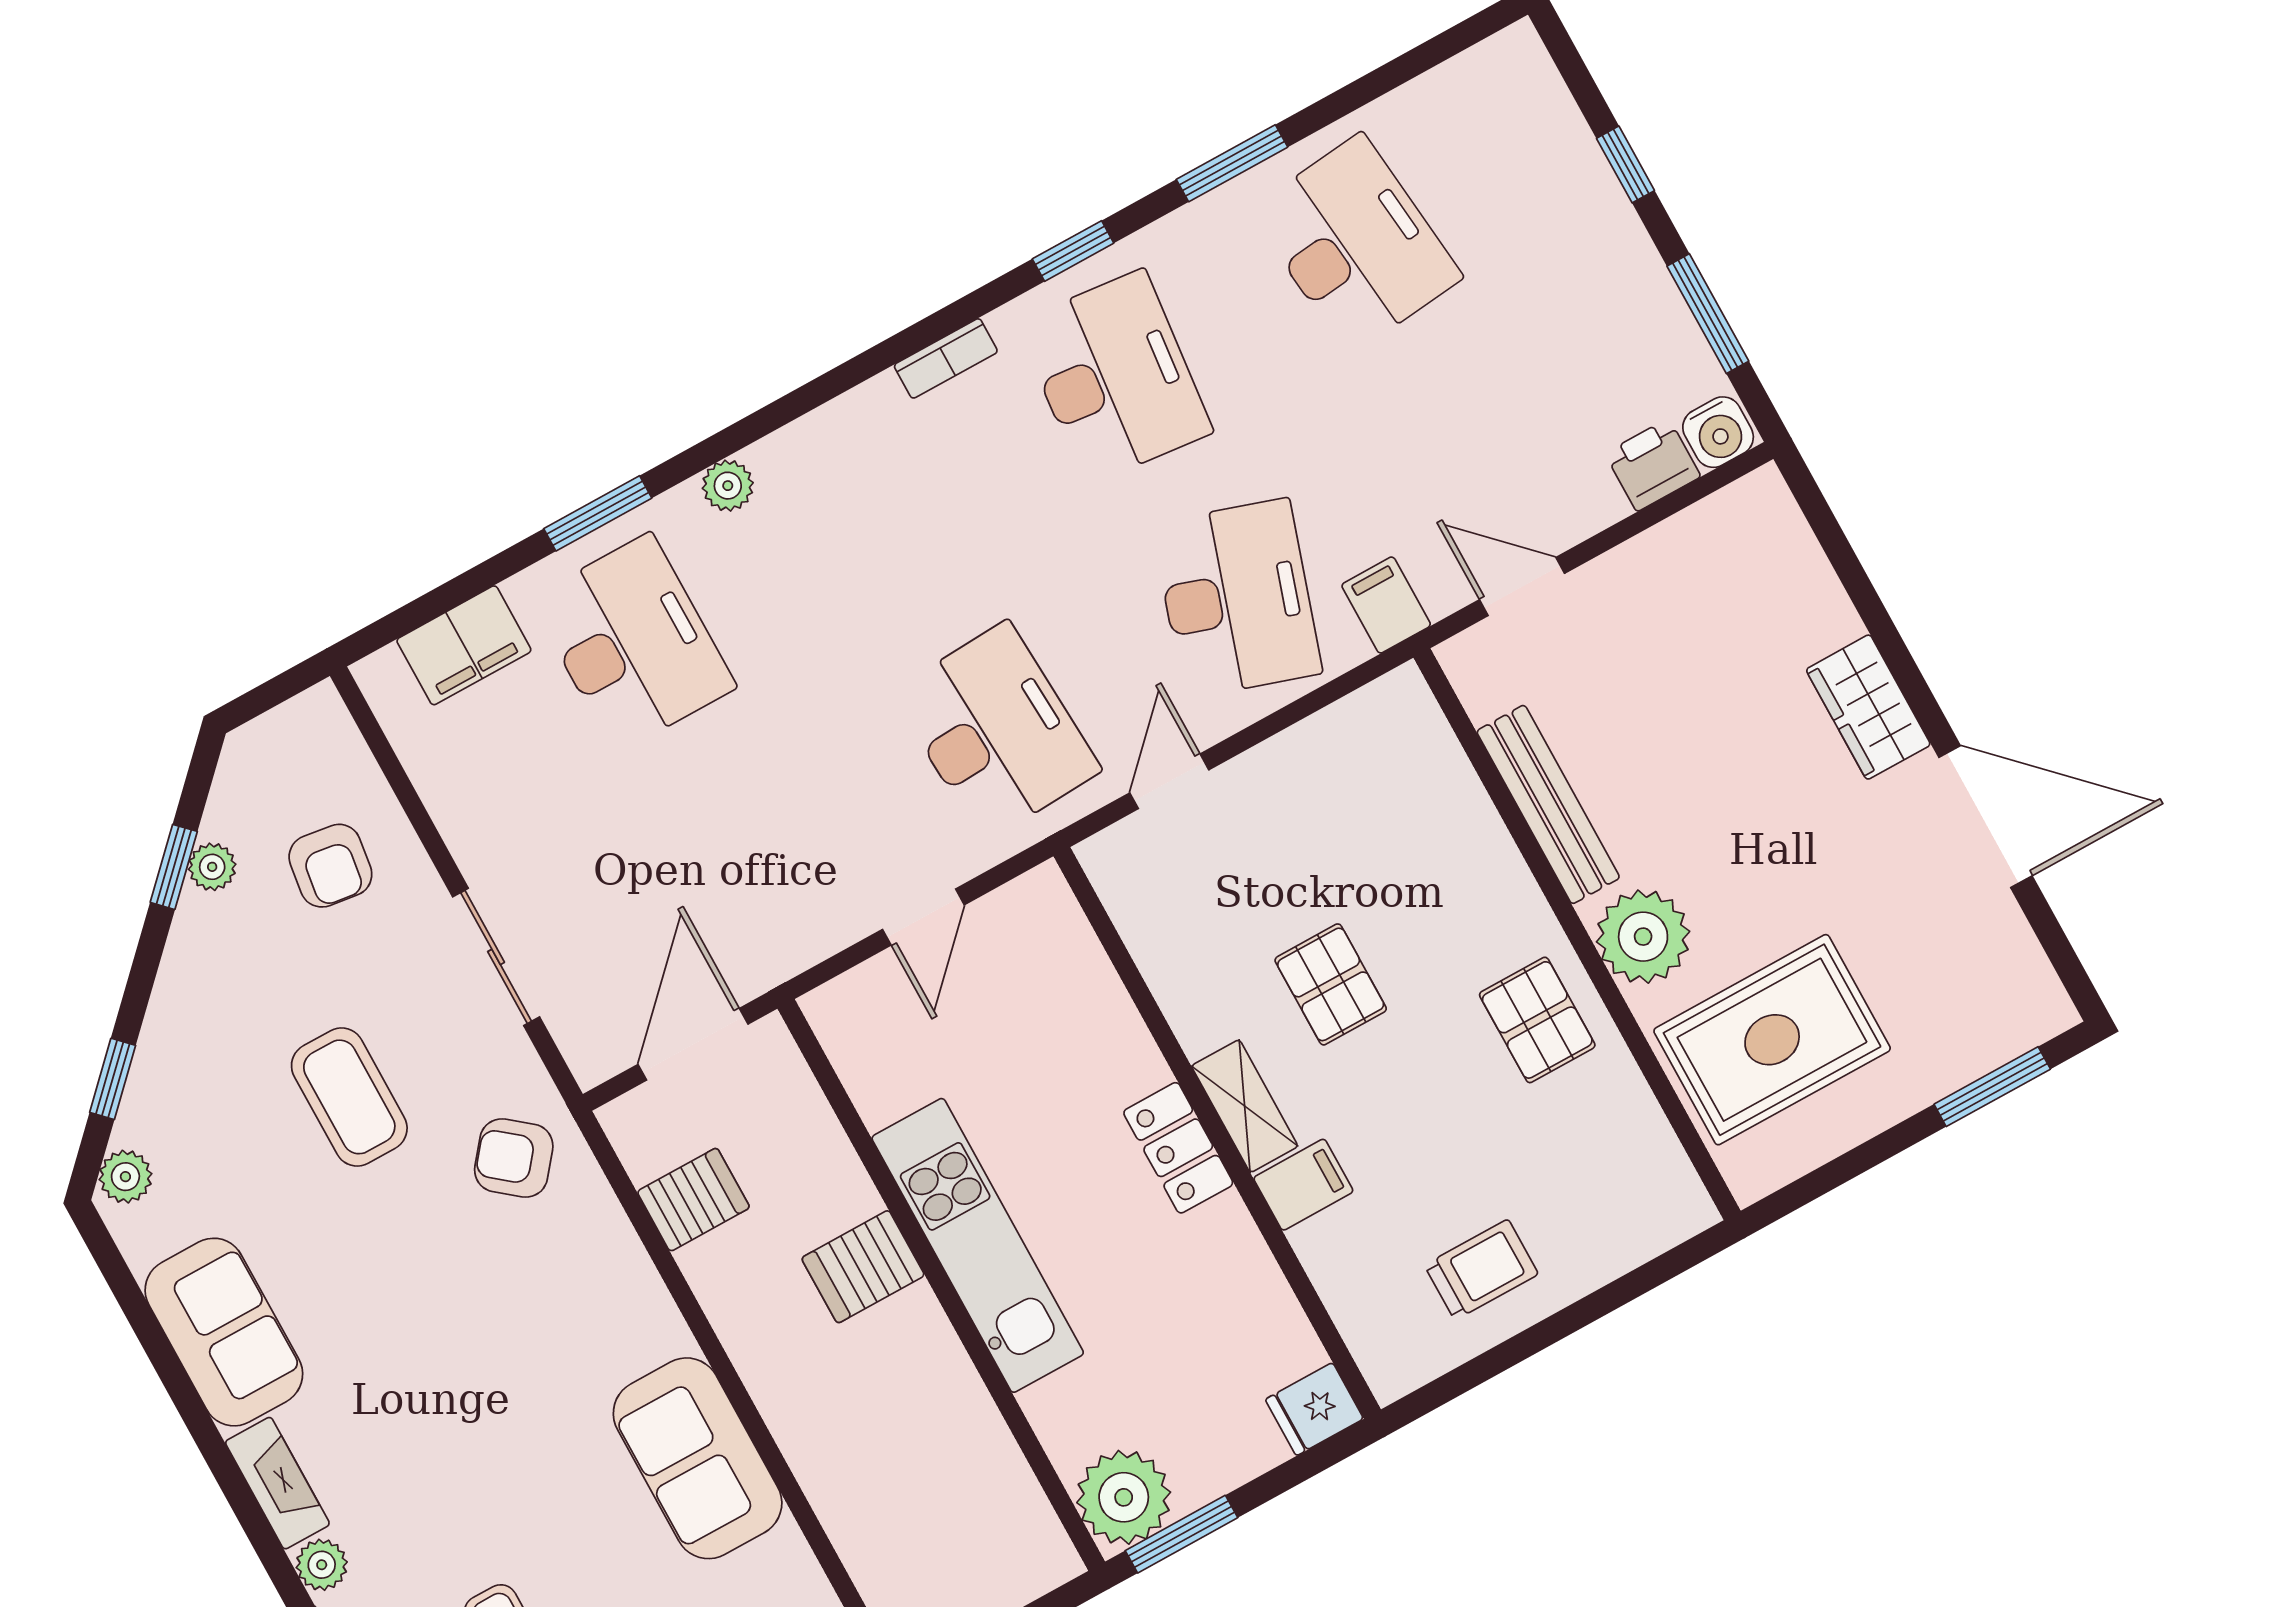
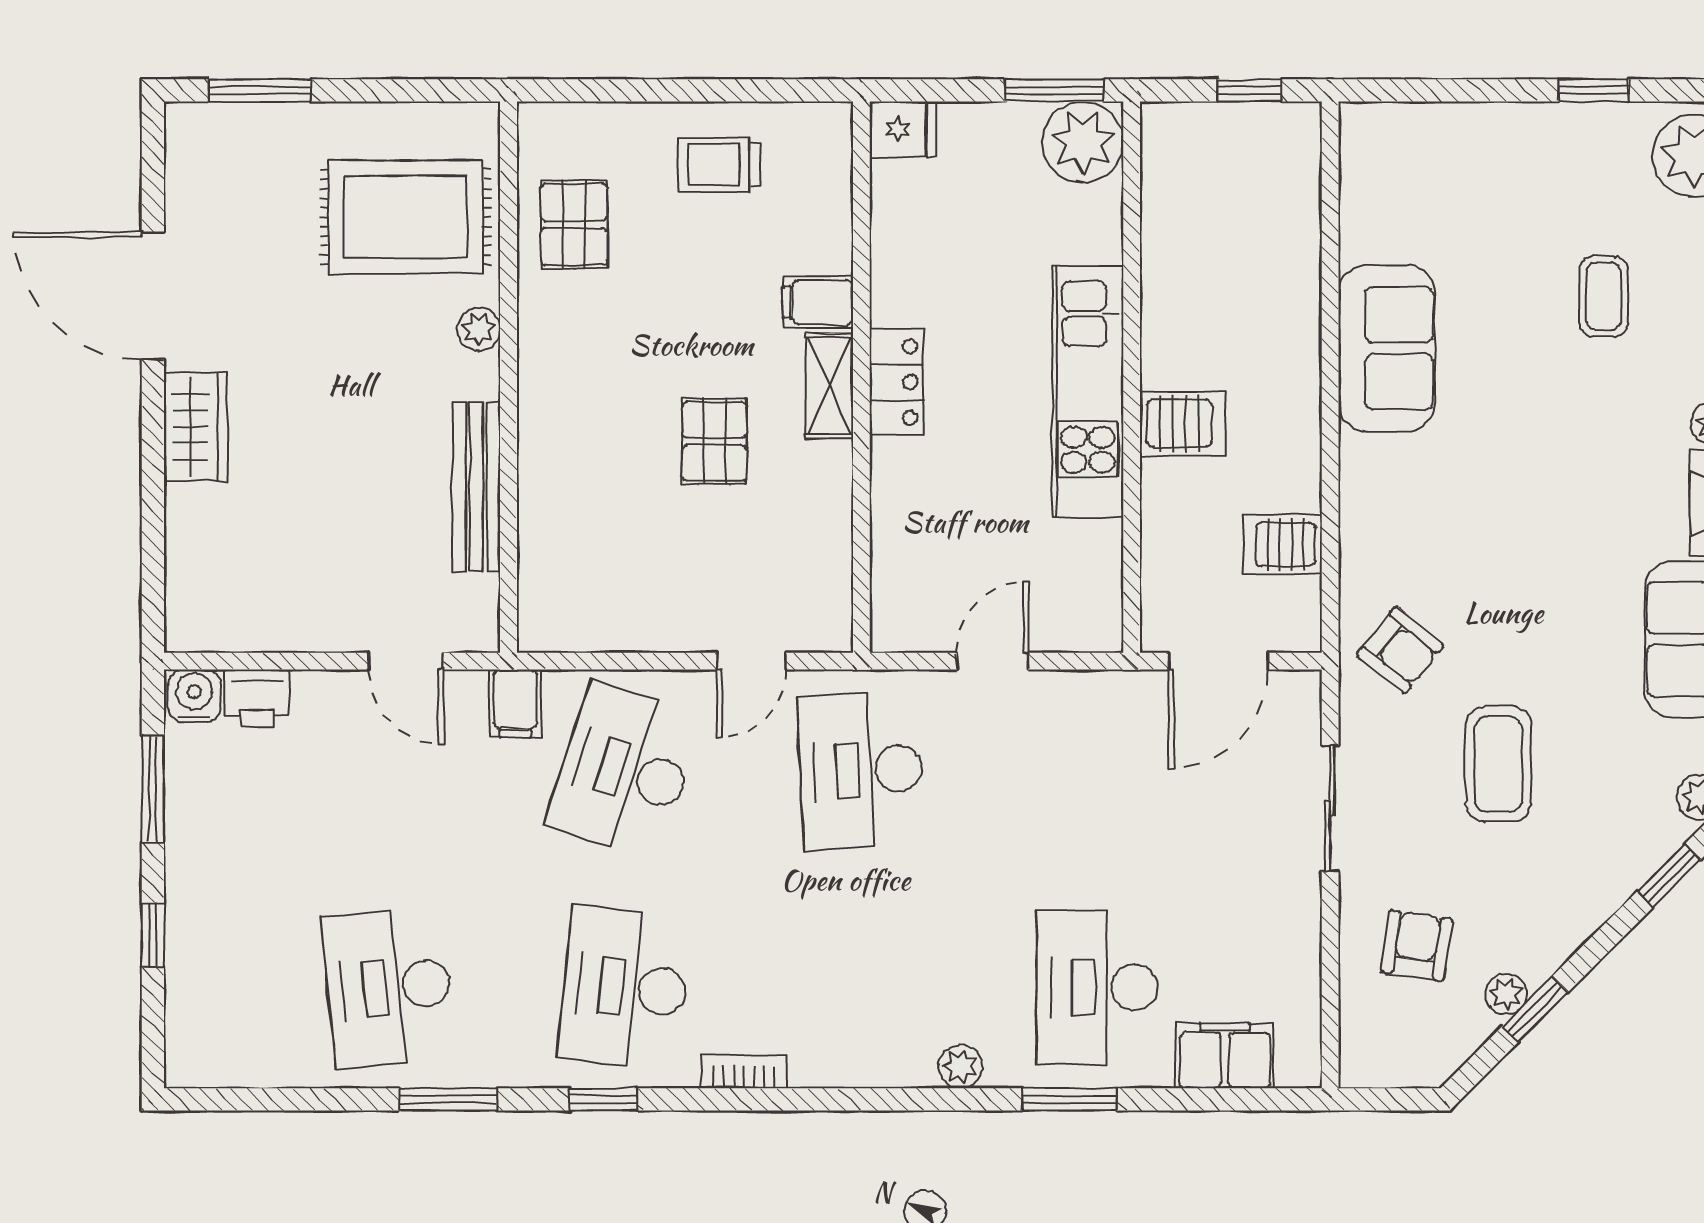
plant: (1643, 937) -> (479, 329), width x0.53, depth x0.53
pallet: (1537, 1020) -> (574, 224), moved

